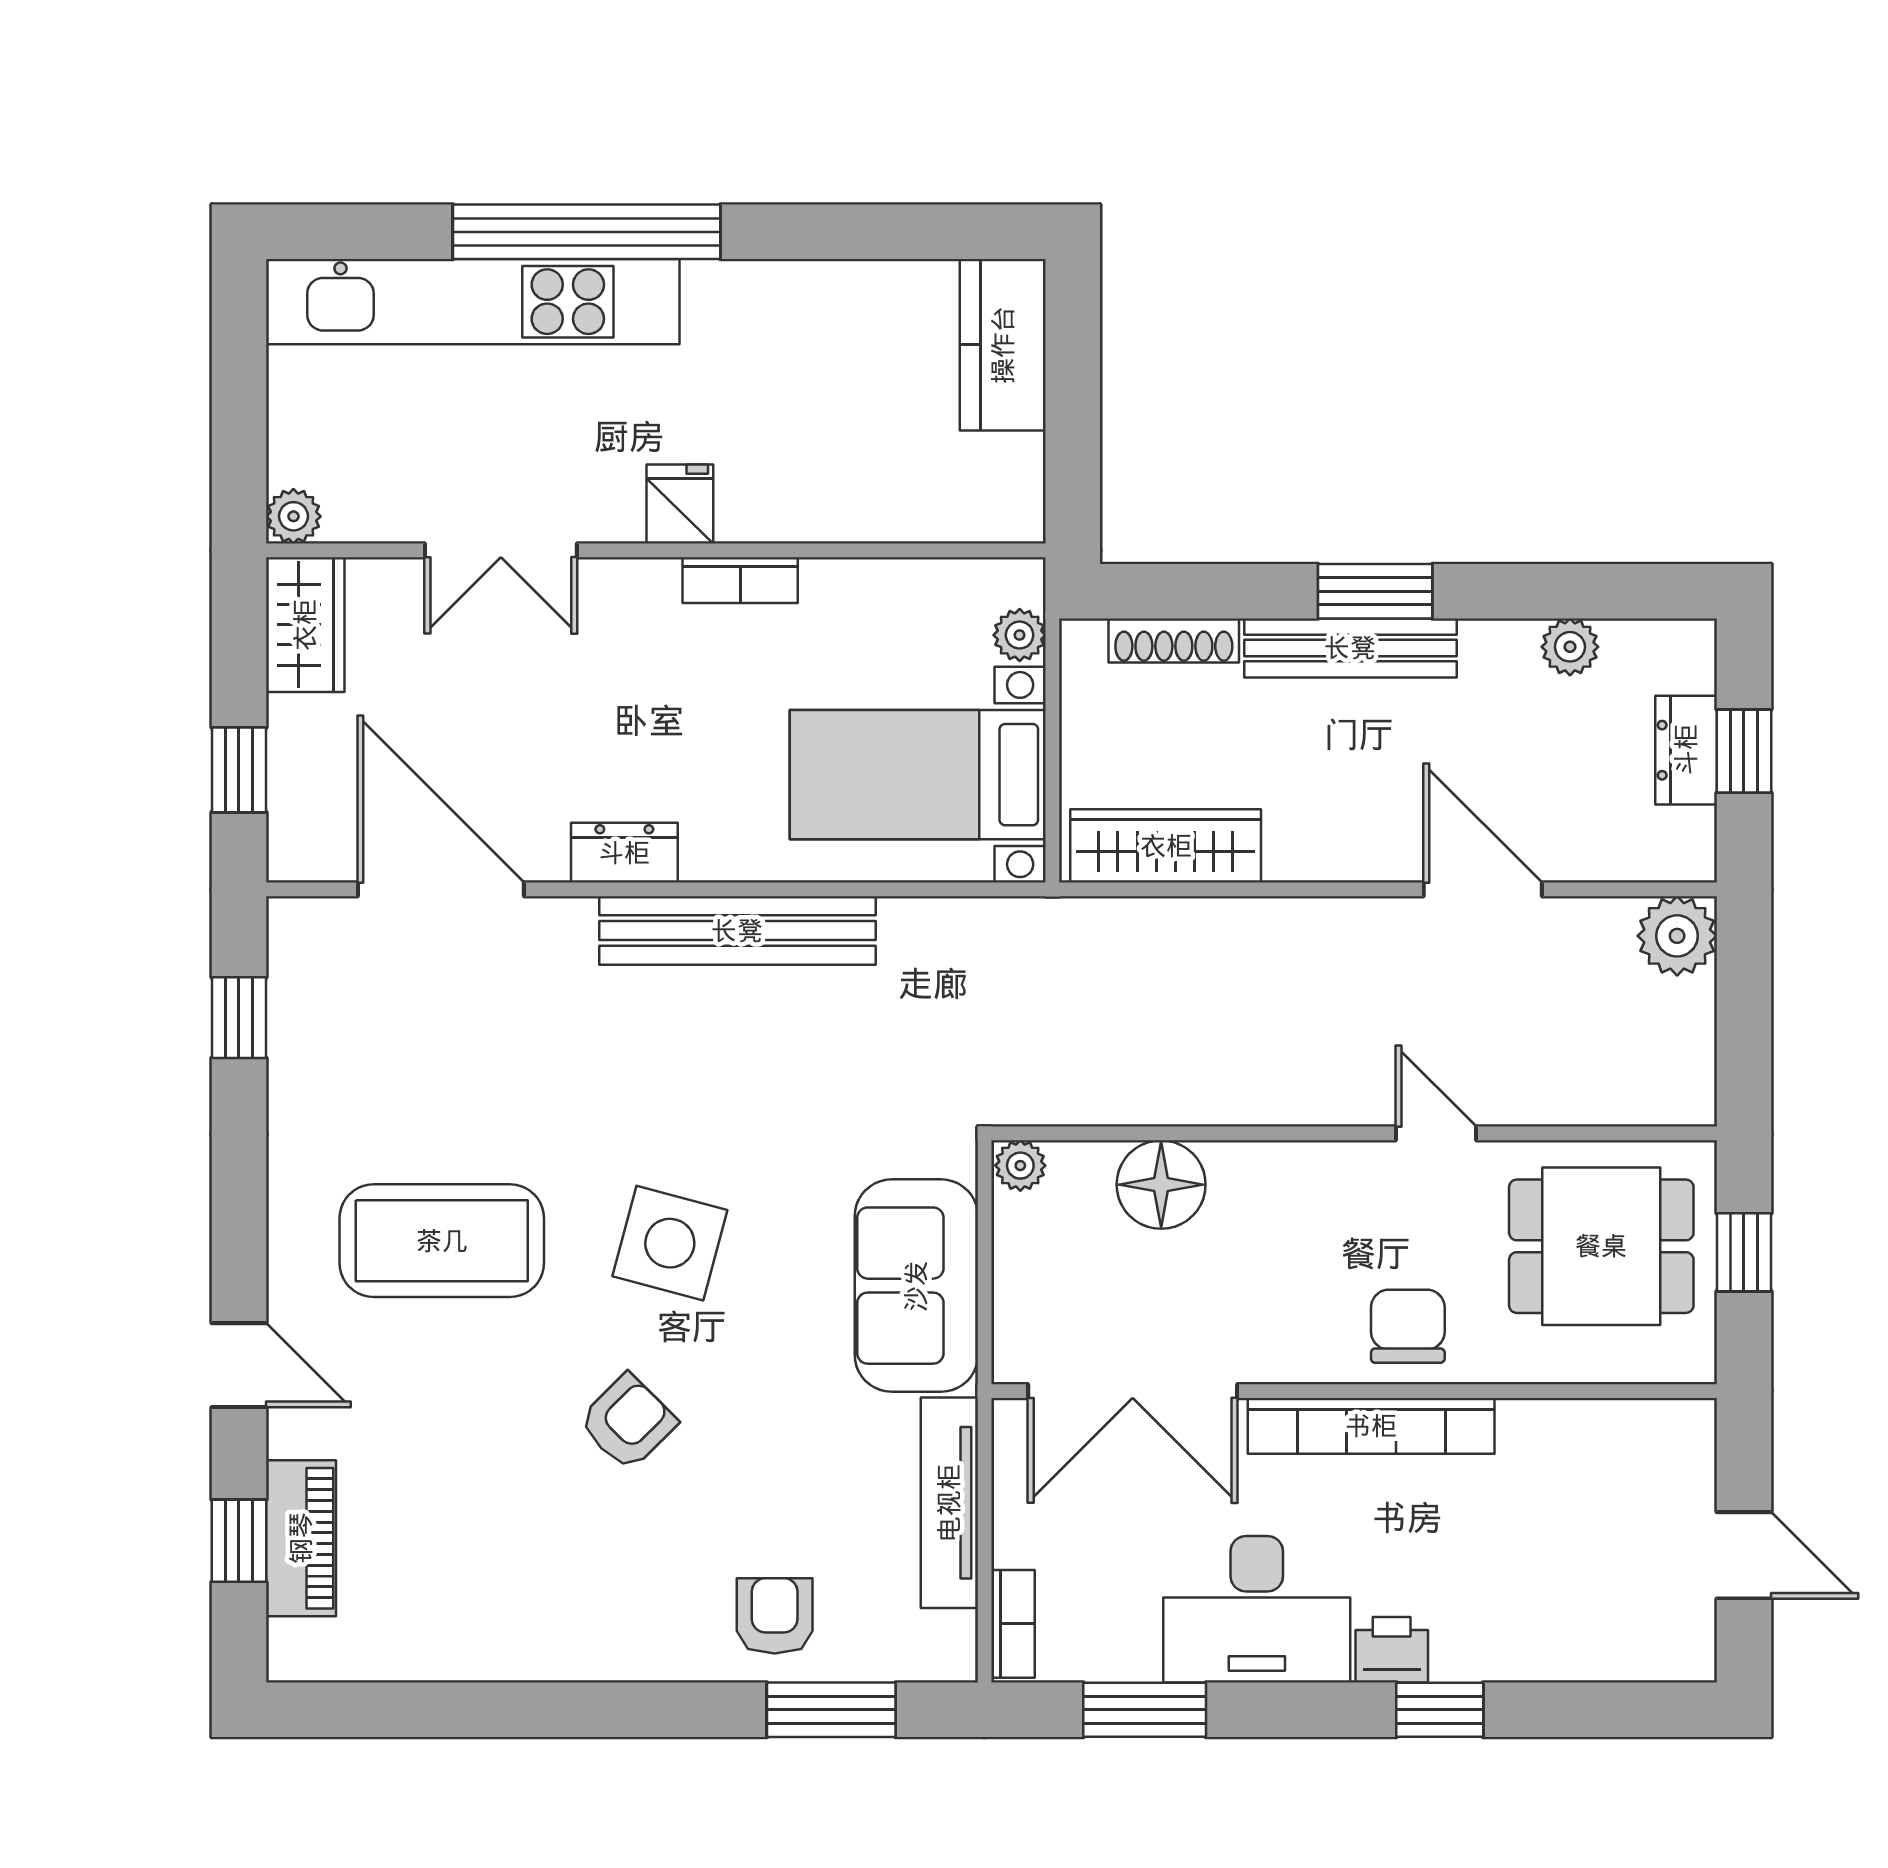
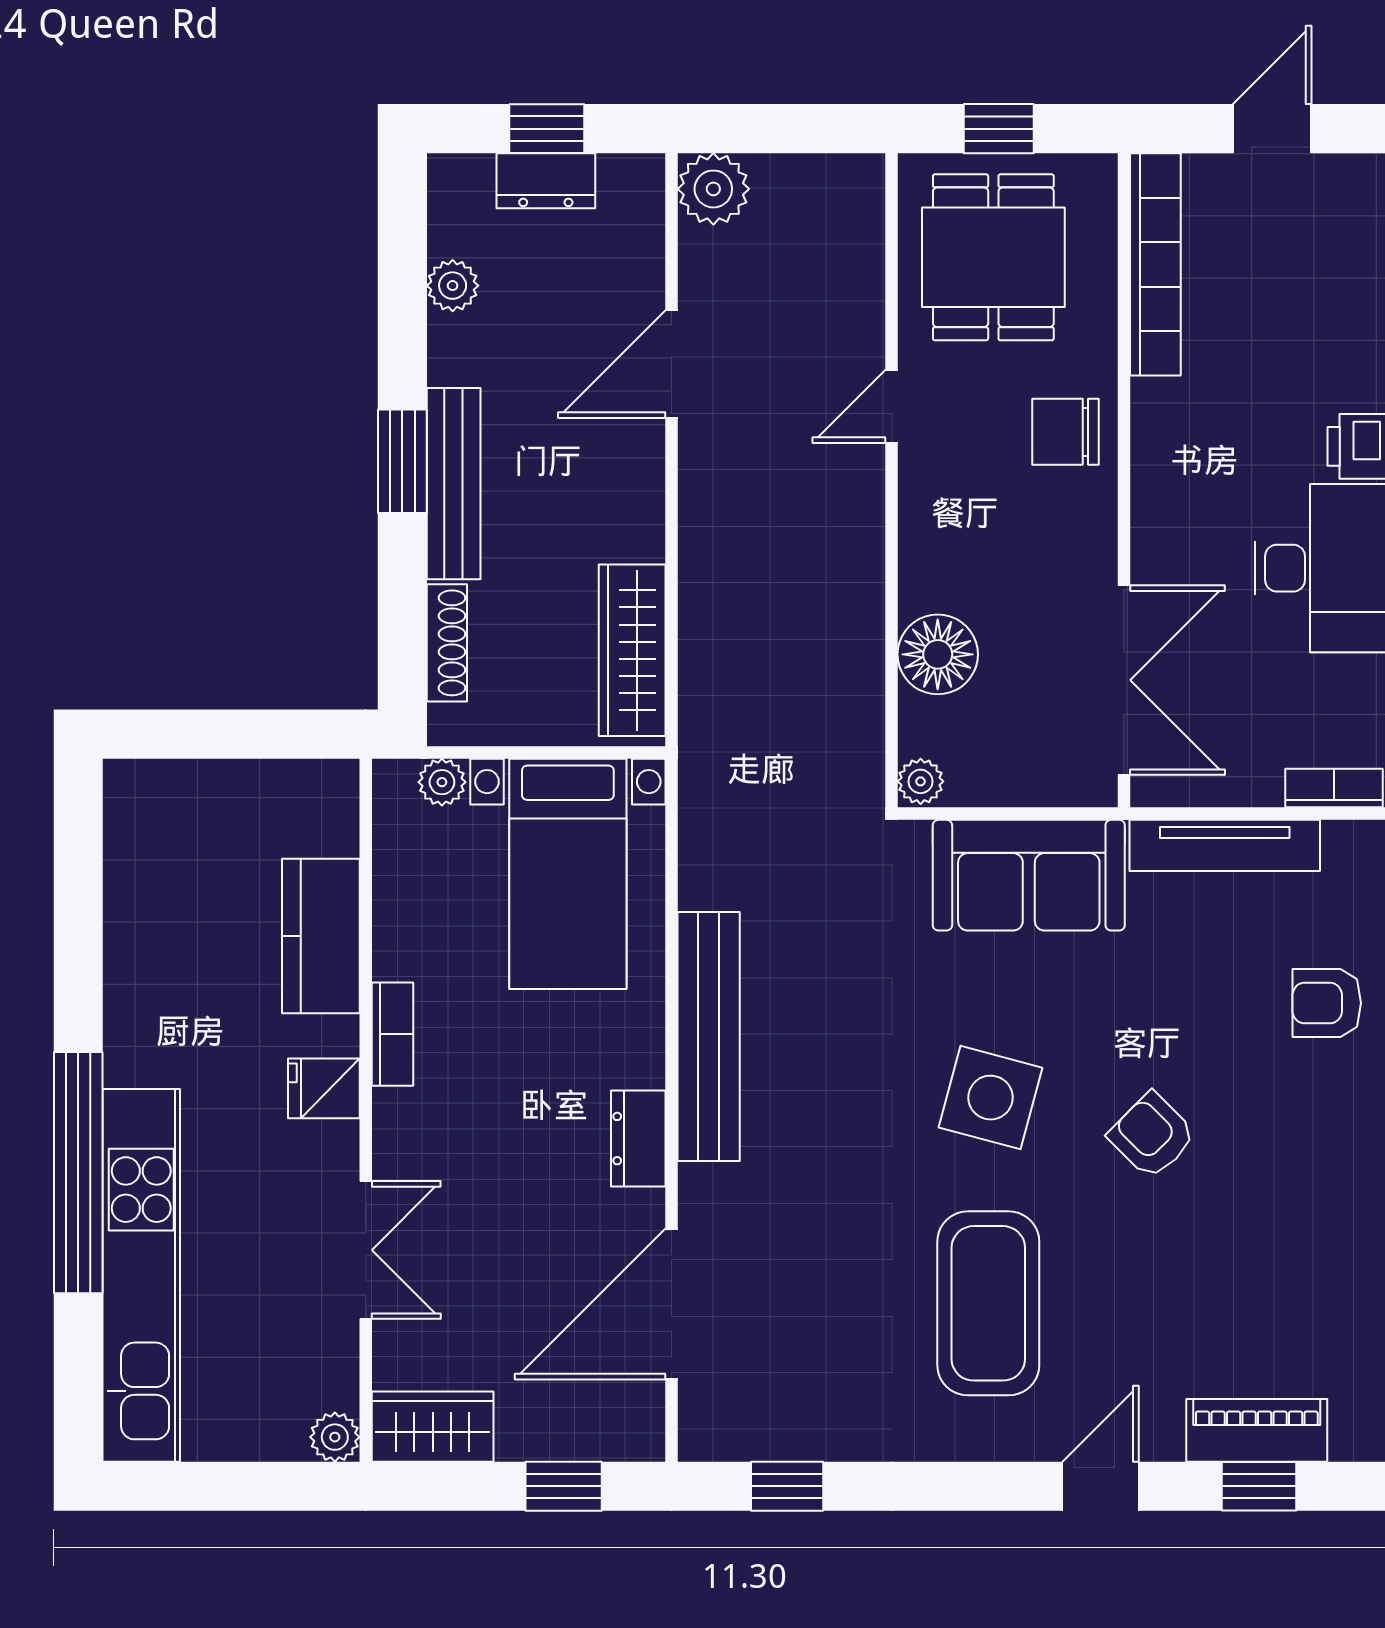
kitchen counter: (1003, 345) -> (321, 936), moved, turned 90
bookcase: (1371, 1426) -> (1155, 264), moved

